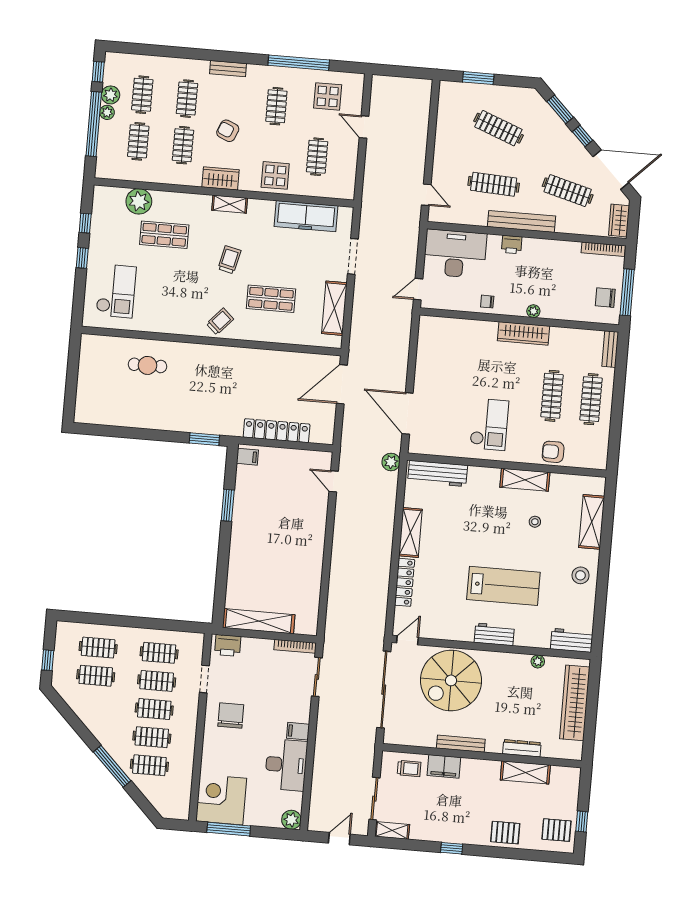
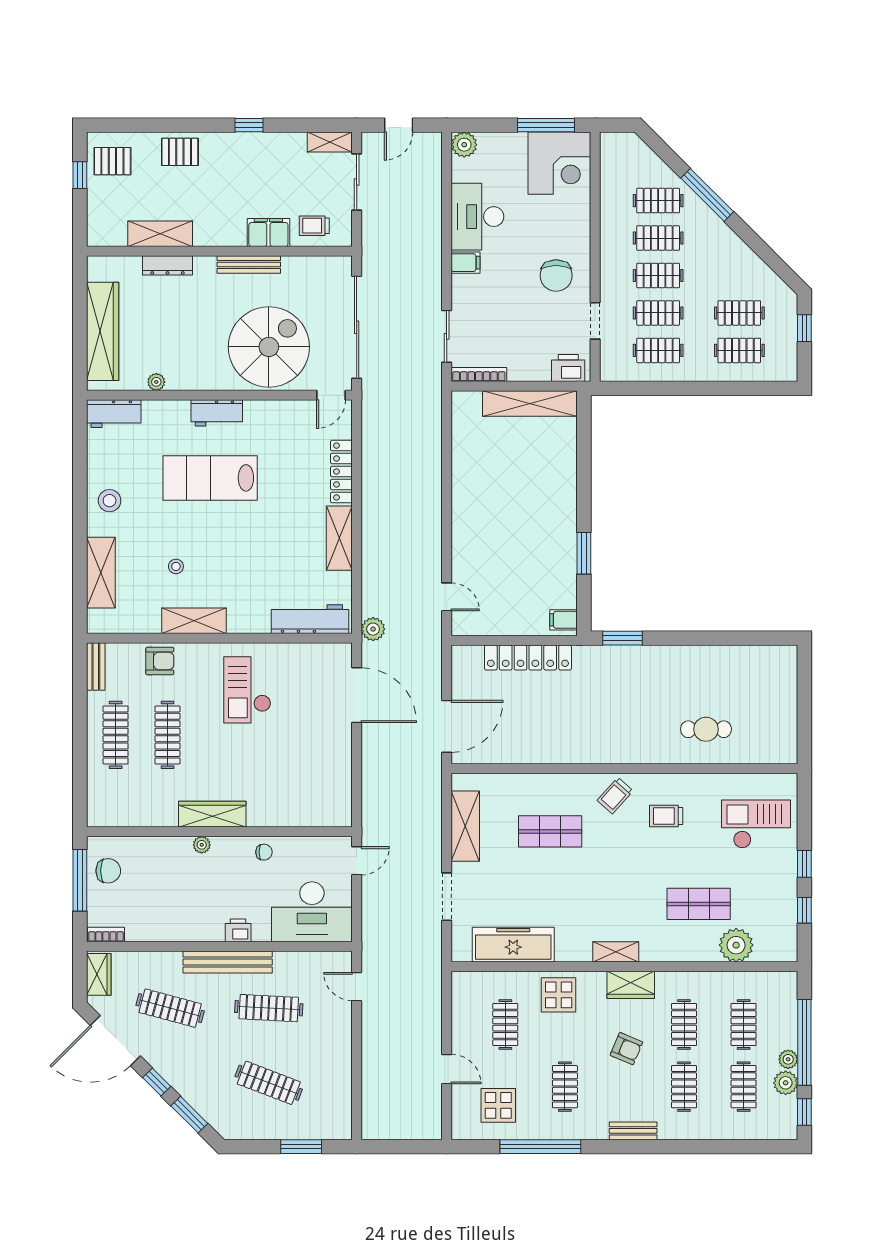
bookcase: (603, 249) -> (106, 935), width x0.64
trolley: (229, 260) -> (666, 816), moved, turned 77
checkout: (116, 291) -> (756, 824), turned 90
bench: (610, 349) -> (96, 667), moved

